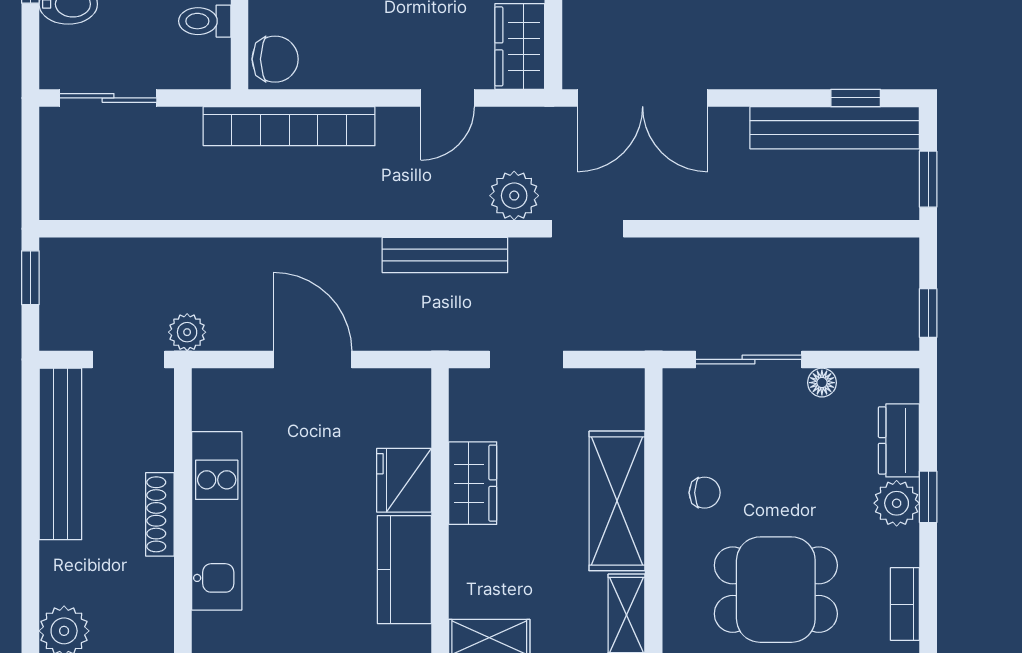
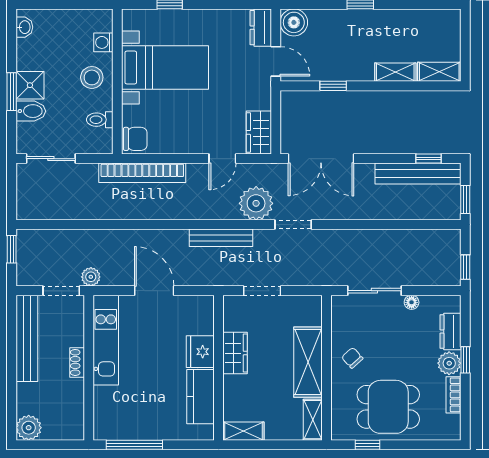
plant: (514, 196) -> (256, 203), width x1.36, depth x1.36
chair: (705, 493) -> (352, 358), turned -132
shoe rack: (160, 514) -> (77, 362), width x0.70
kitchen unit: (217, 521) -> (106, 340), moved
bookcase: (905, 604) -> (453, 395), moved

